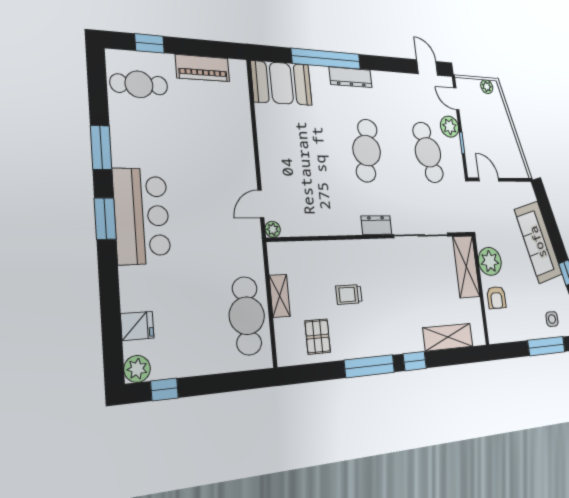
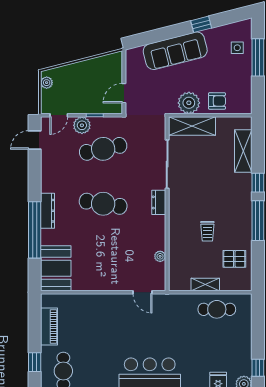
plant: (273, 229) -> (160, 256), moved
cafe table: (247, 316) -> (217, 309), width x0.73, depth x0.74

